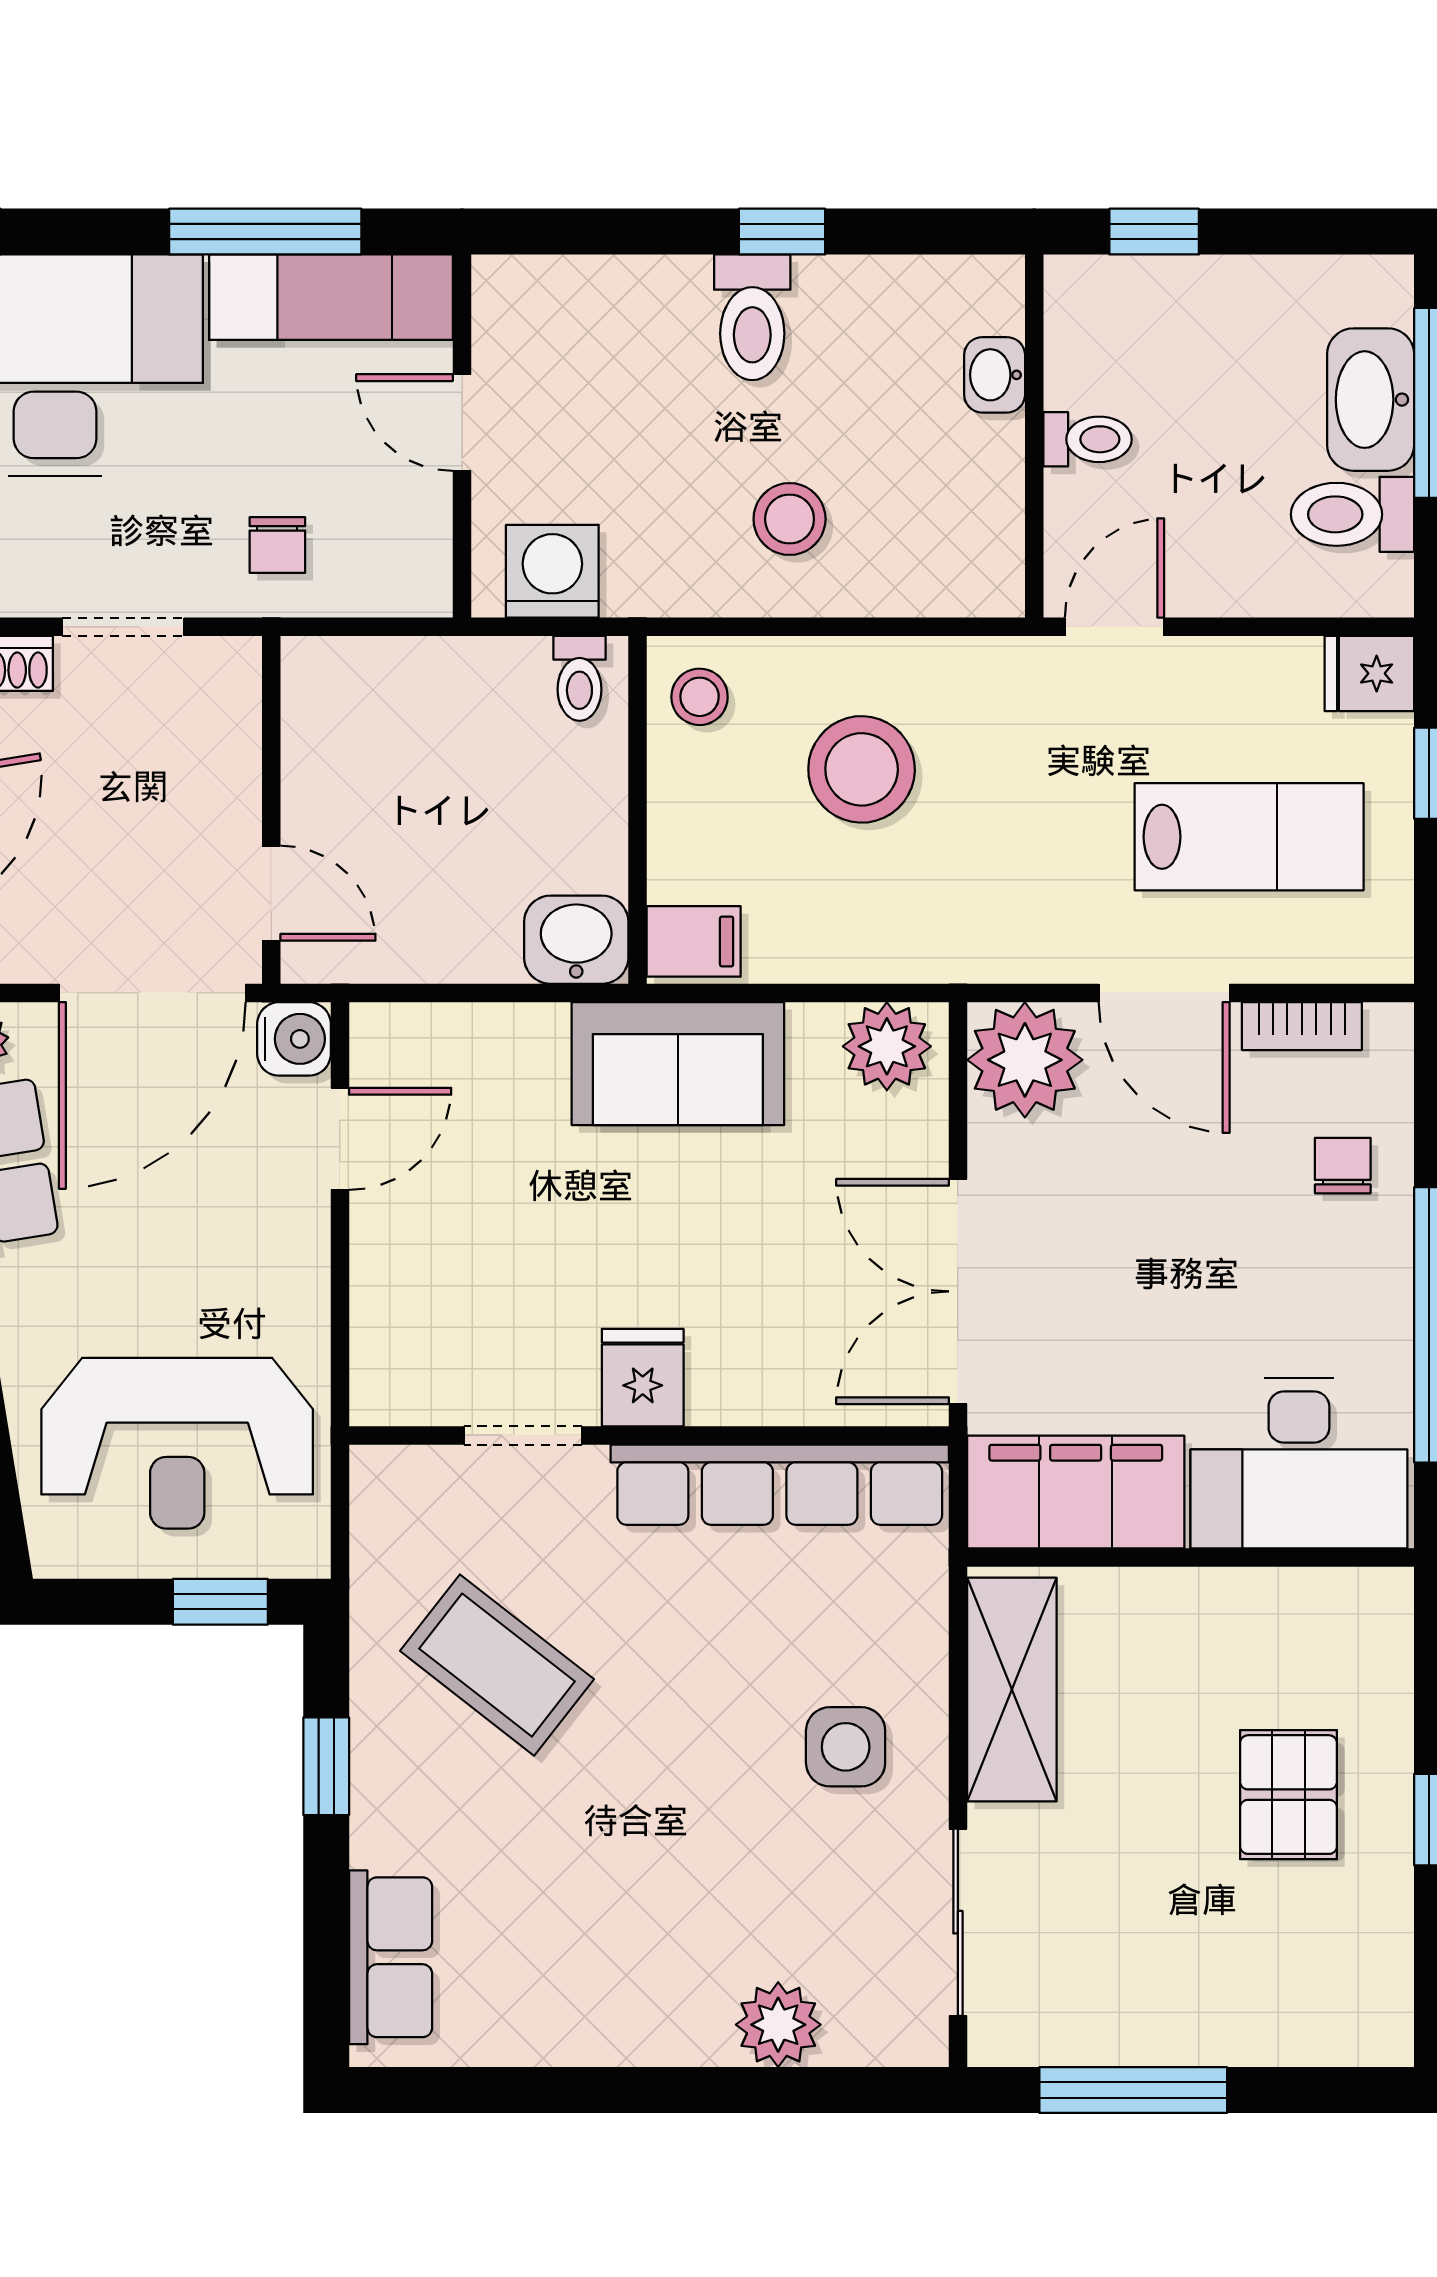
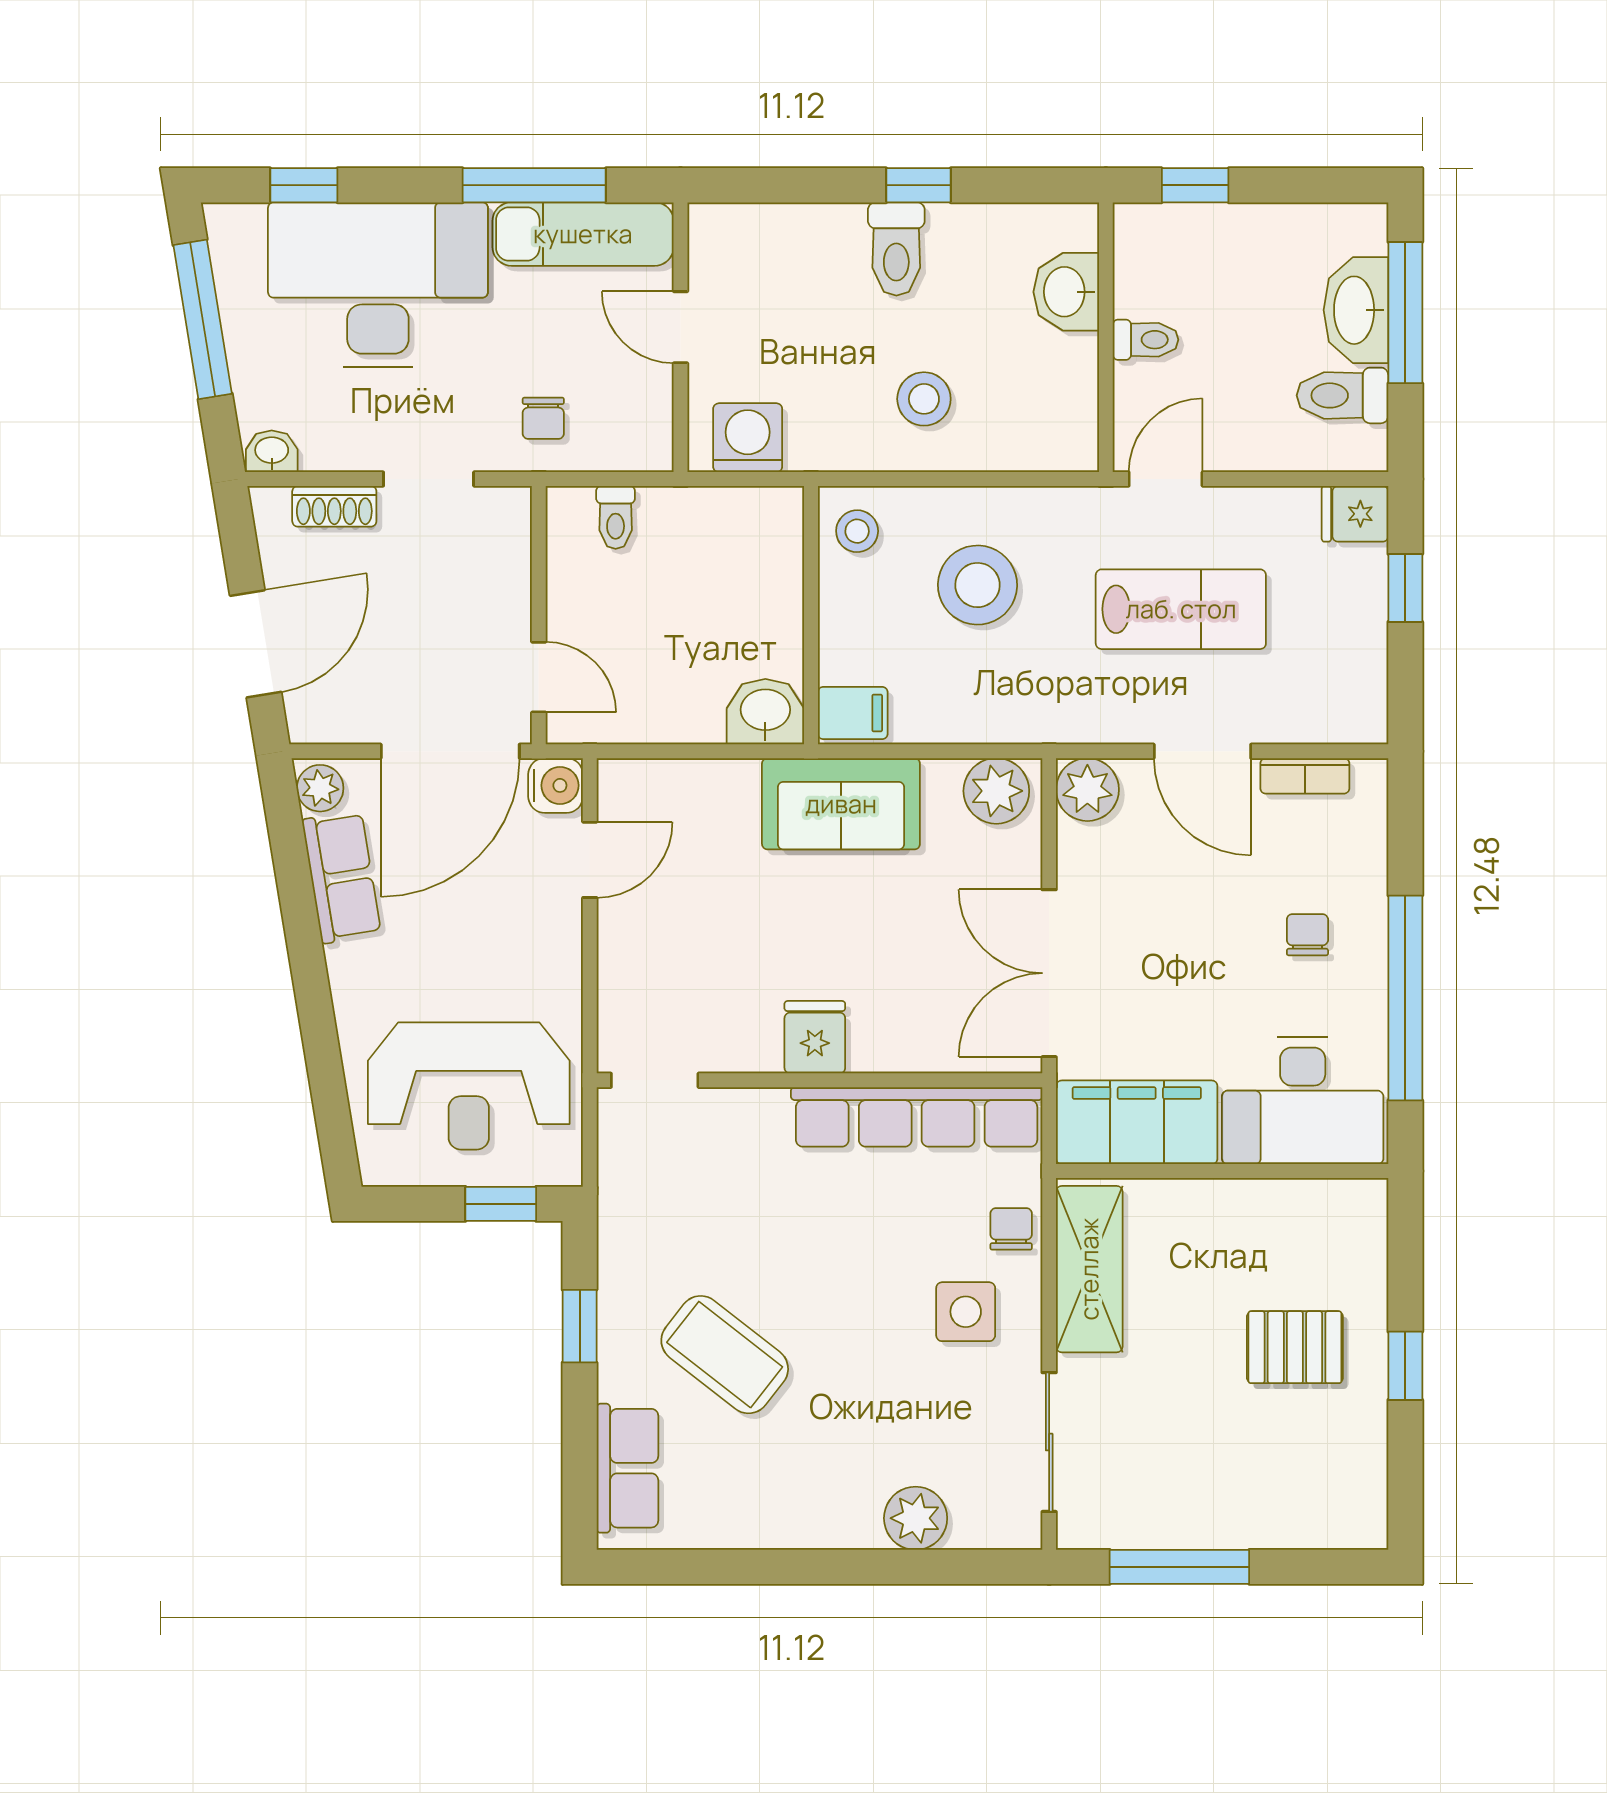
washbasin: (995, 375) -> (1066, 292), width x1.38, depth x1.45
toilet: (579, 678) -> (616, 517), moved
lab bench: (1249, 837) -> (1181, 609), moved
plant: (1025, 1060) -> (1087, 790), width x0.73, depth x0.73
chair: (1343, 1166) -> (1307, 935), moved
doorway: (523, 1435) -> (655, 1080), moved
chair: (907, 1635) -> (1011, 1229), added
coffee table: (497, 1665) -> (725, 1355), moved
pallet: (1289, 1795) -> (1295, 1347), turned 90

